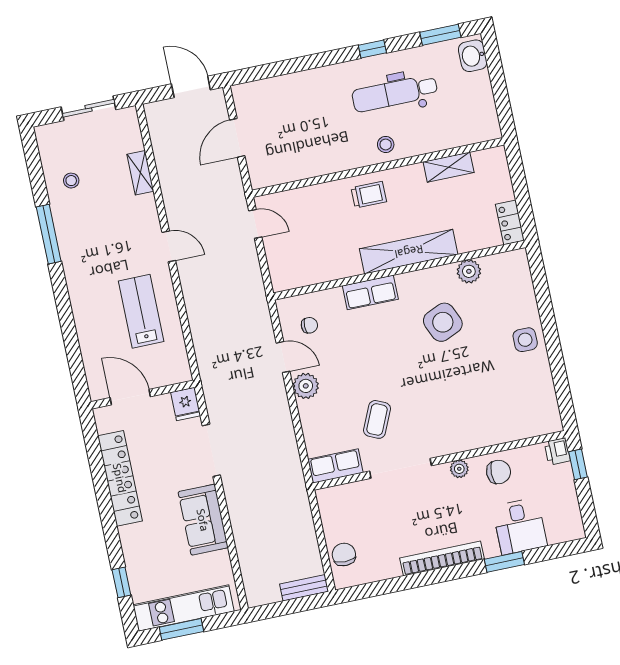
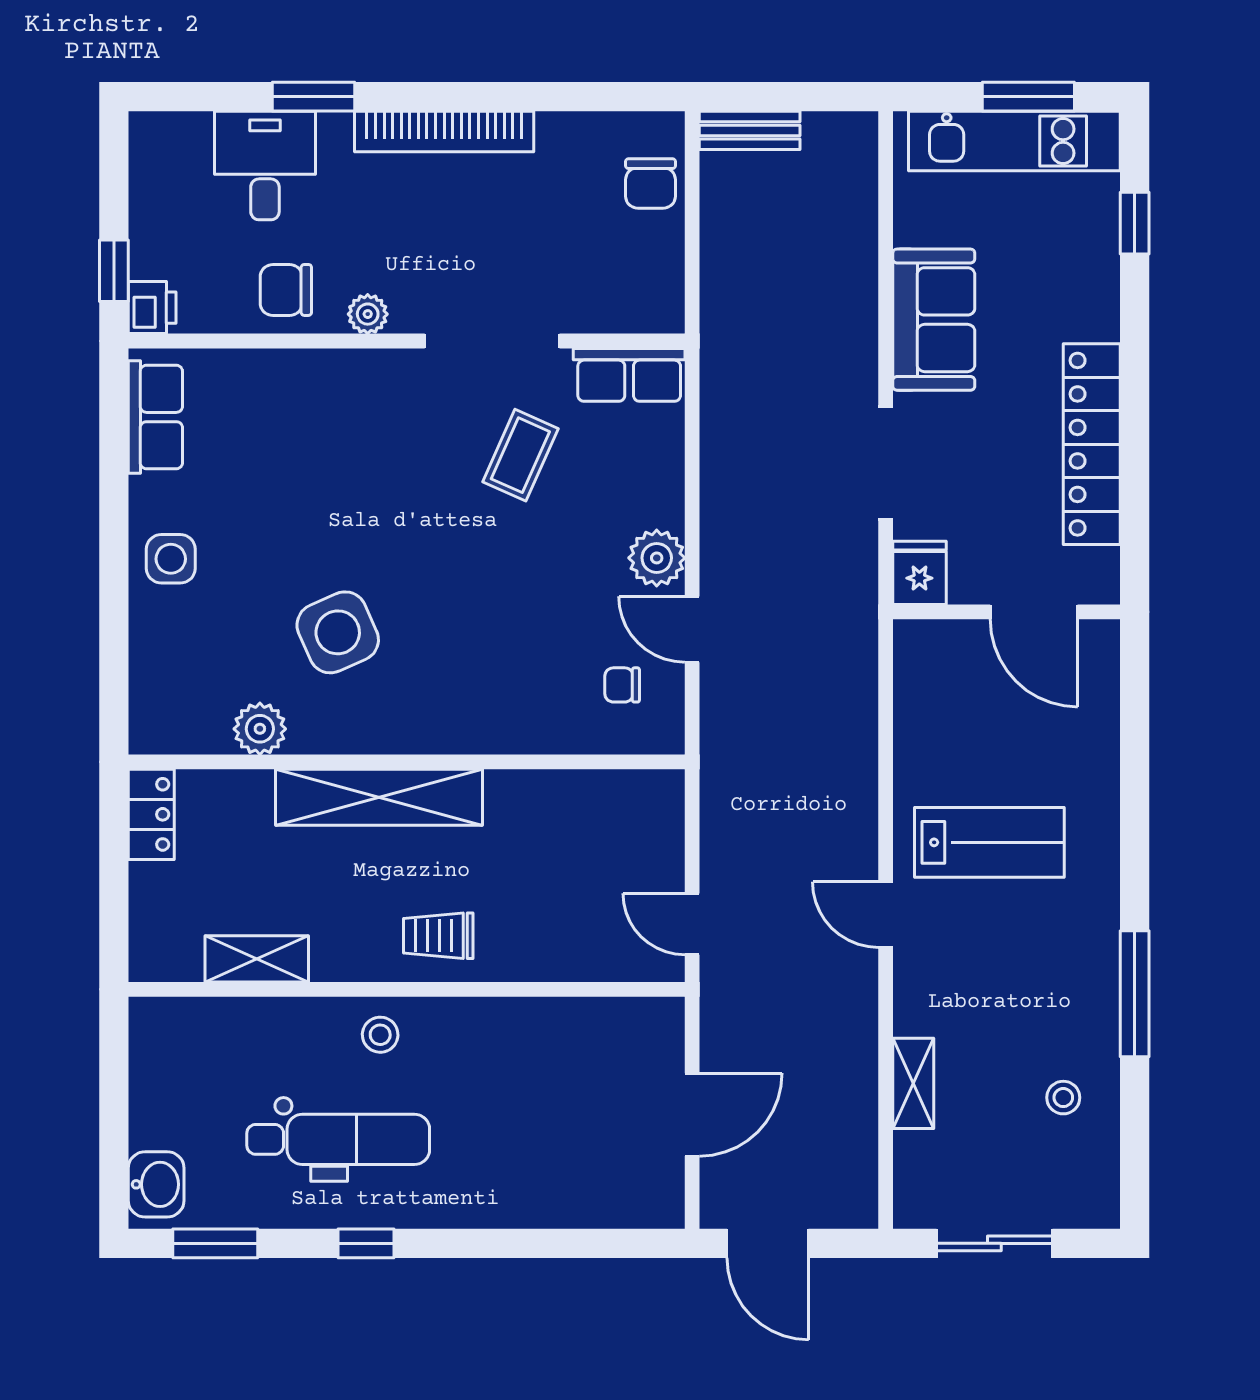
row of seats: (370, 292) -> (155, 417), moved, turned 90
lab bench: (141, 311) -> (989, 842), moved, turned -90

